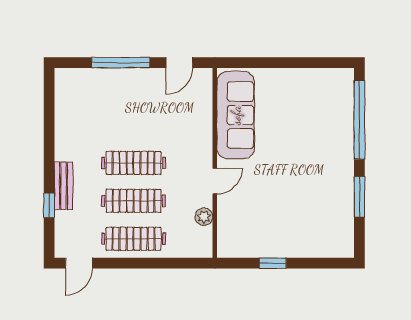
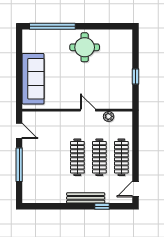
sofa: (236, 115) -> (33, 79), moved, turned 90
round table: (323, 175) -> (85, 47), added
bench: (64, 186) -> (86, 198), width x1.36
window: (359, 197) -> (97, 26), removed
door: (79, 263) -> (136, 189), swing flipped

